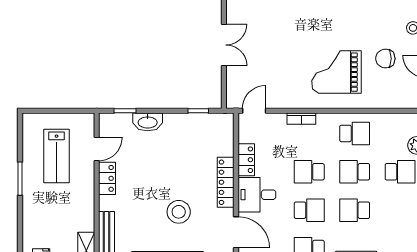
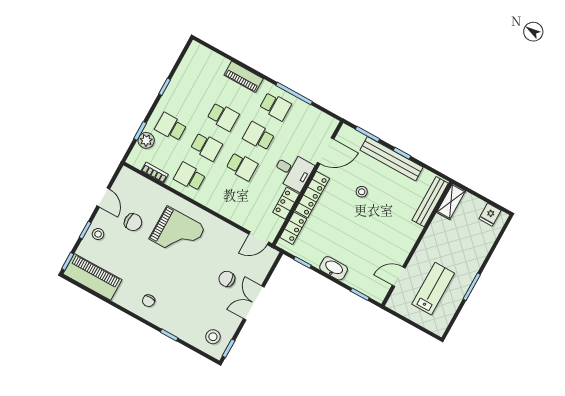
chair: (263, 54) -> (227, 279), added
bookcase: (301, 119) -> (155, 173), moved
washbasin: (148, 122) -> (334, 268), moved
locker: (107, 178) -> (293, 228), moved, turned 180
stool: (179, 212) -> (362, 192), width x0.53, depth x0.53
door: (236, 232) -> (326, 151), swing flipped

